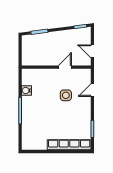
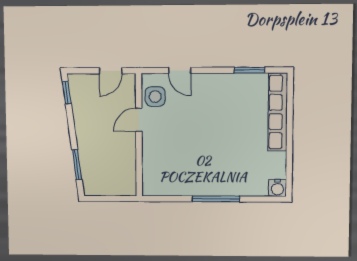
door: (65, 67) -> (139, 120), hinge flipped
water cooler: (26, 90) -> (277, 188), moved
side table: (66, 95) -> (155, 96), moved

